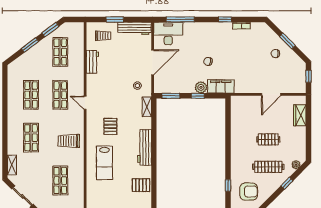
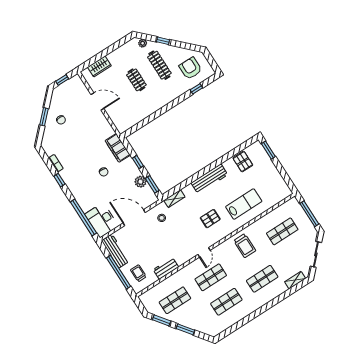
window: (115, 19) -> (119, 272), width x2.11
window: (180, 19) -> (83, 218), width x1.46
plant: (201, 87) -> (140, 182), moved

